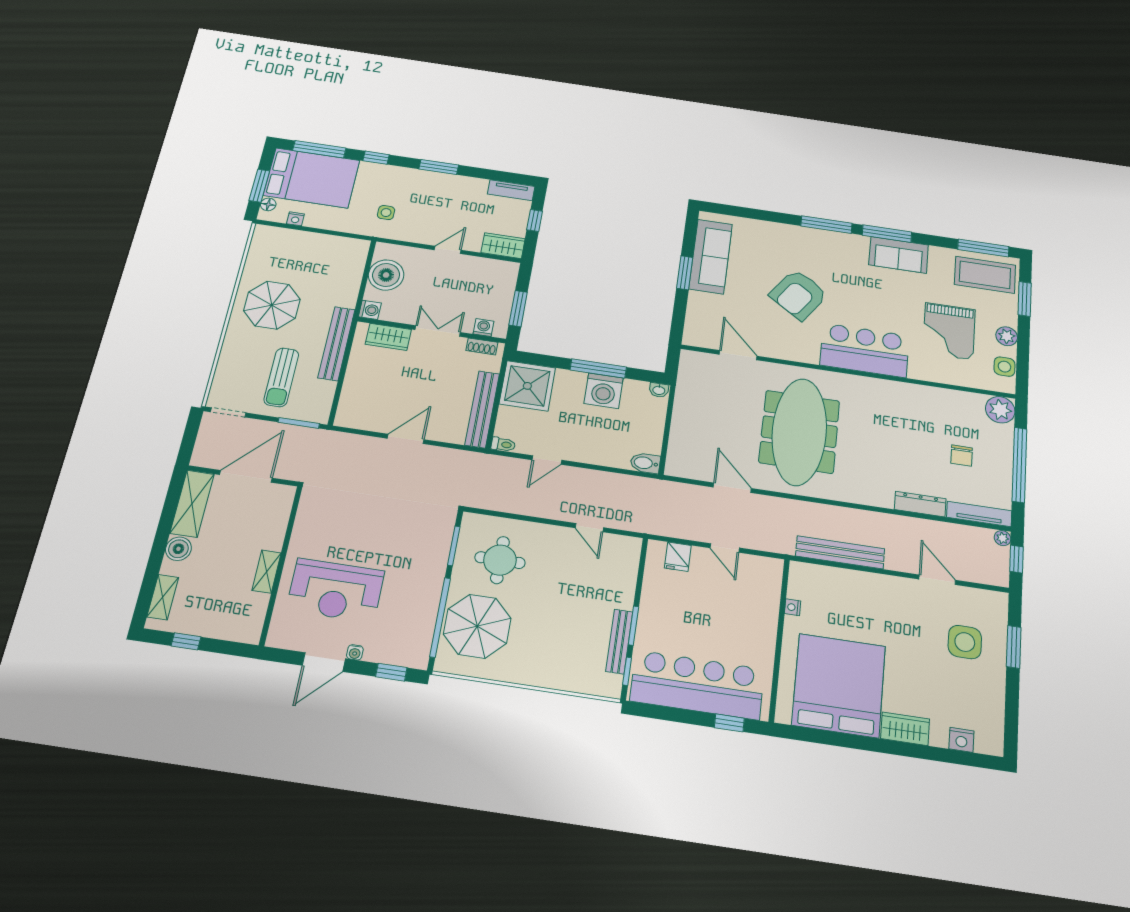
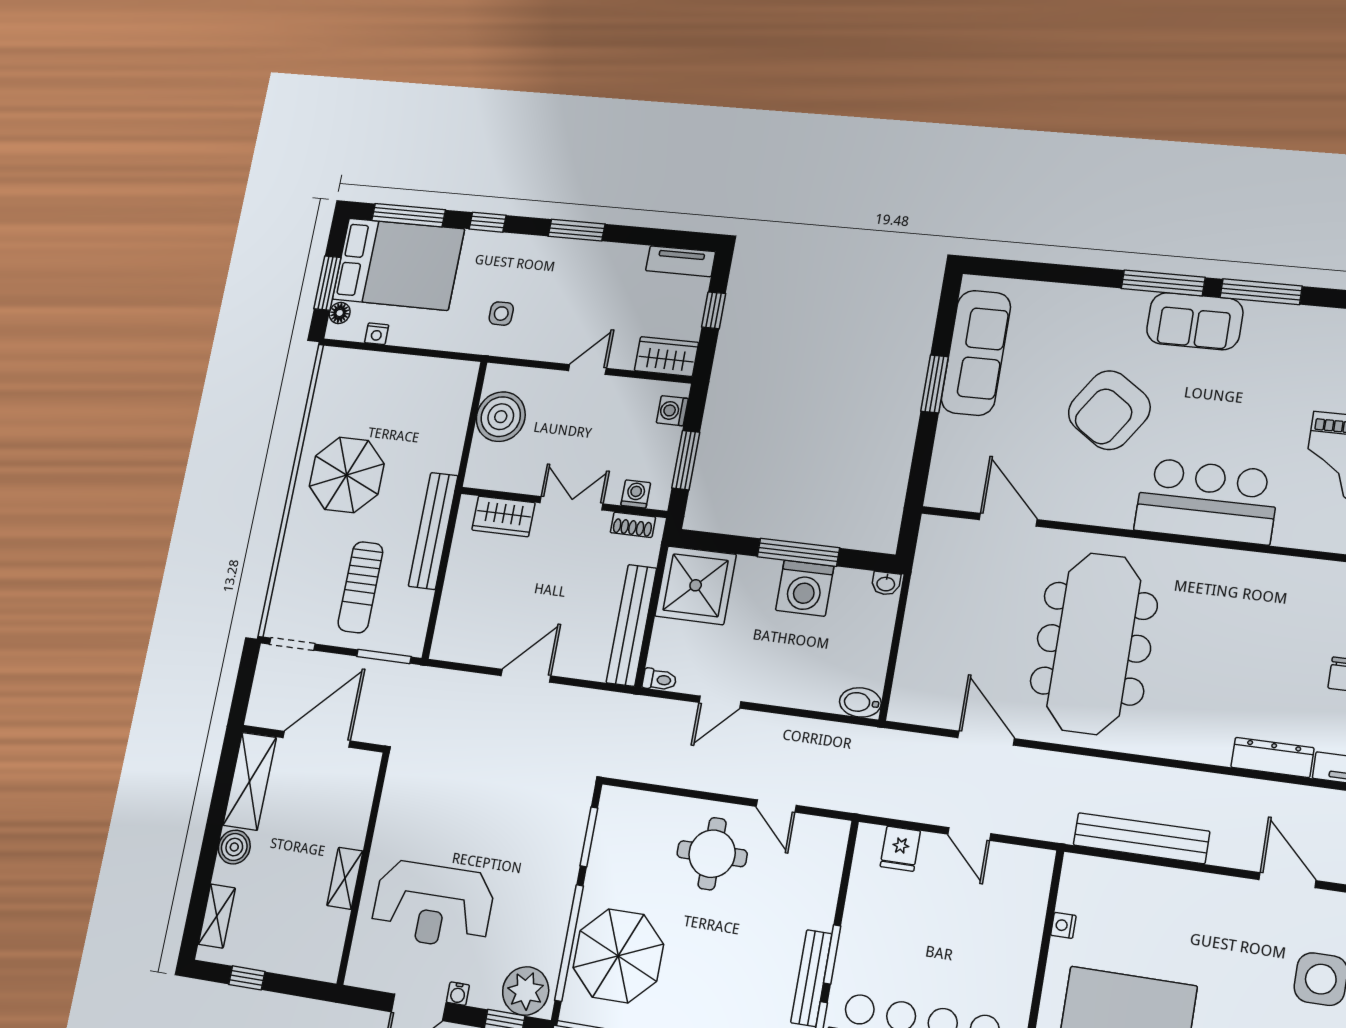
sofa: (899, 255) -> (1195, 321), moved
washing machine: (370, 310) -> (672, 411), moved, turned 180
round table: (500, 560) -> (712, 854), moved
plant: (407, 650) -> (526, 991), added

